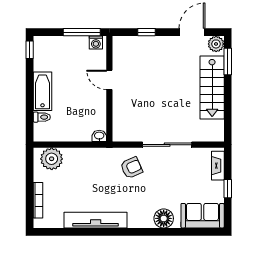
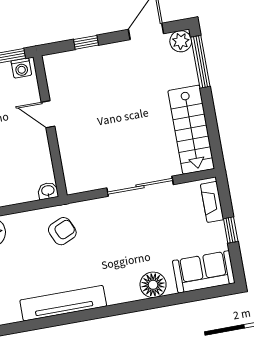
window: (228, 62) -> (200, 62), width x1.44
stairs: (212, 87) -> (191, 130), moved
armchair: (132, 168) -> (62, 231), moved

